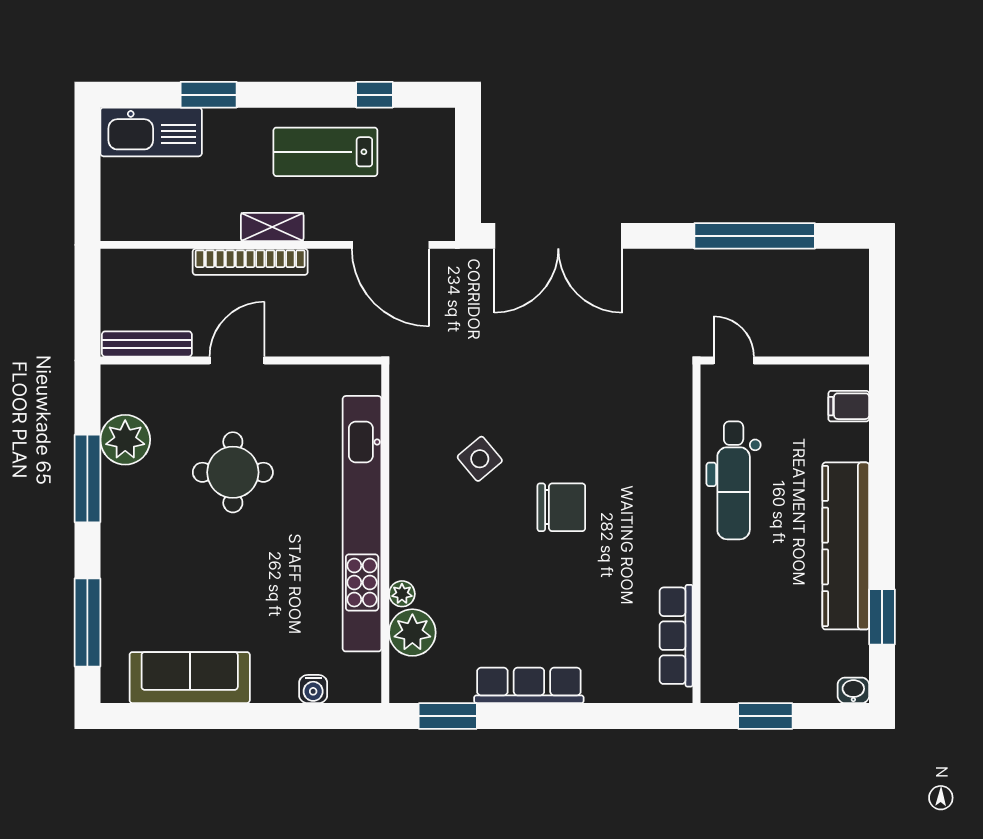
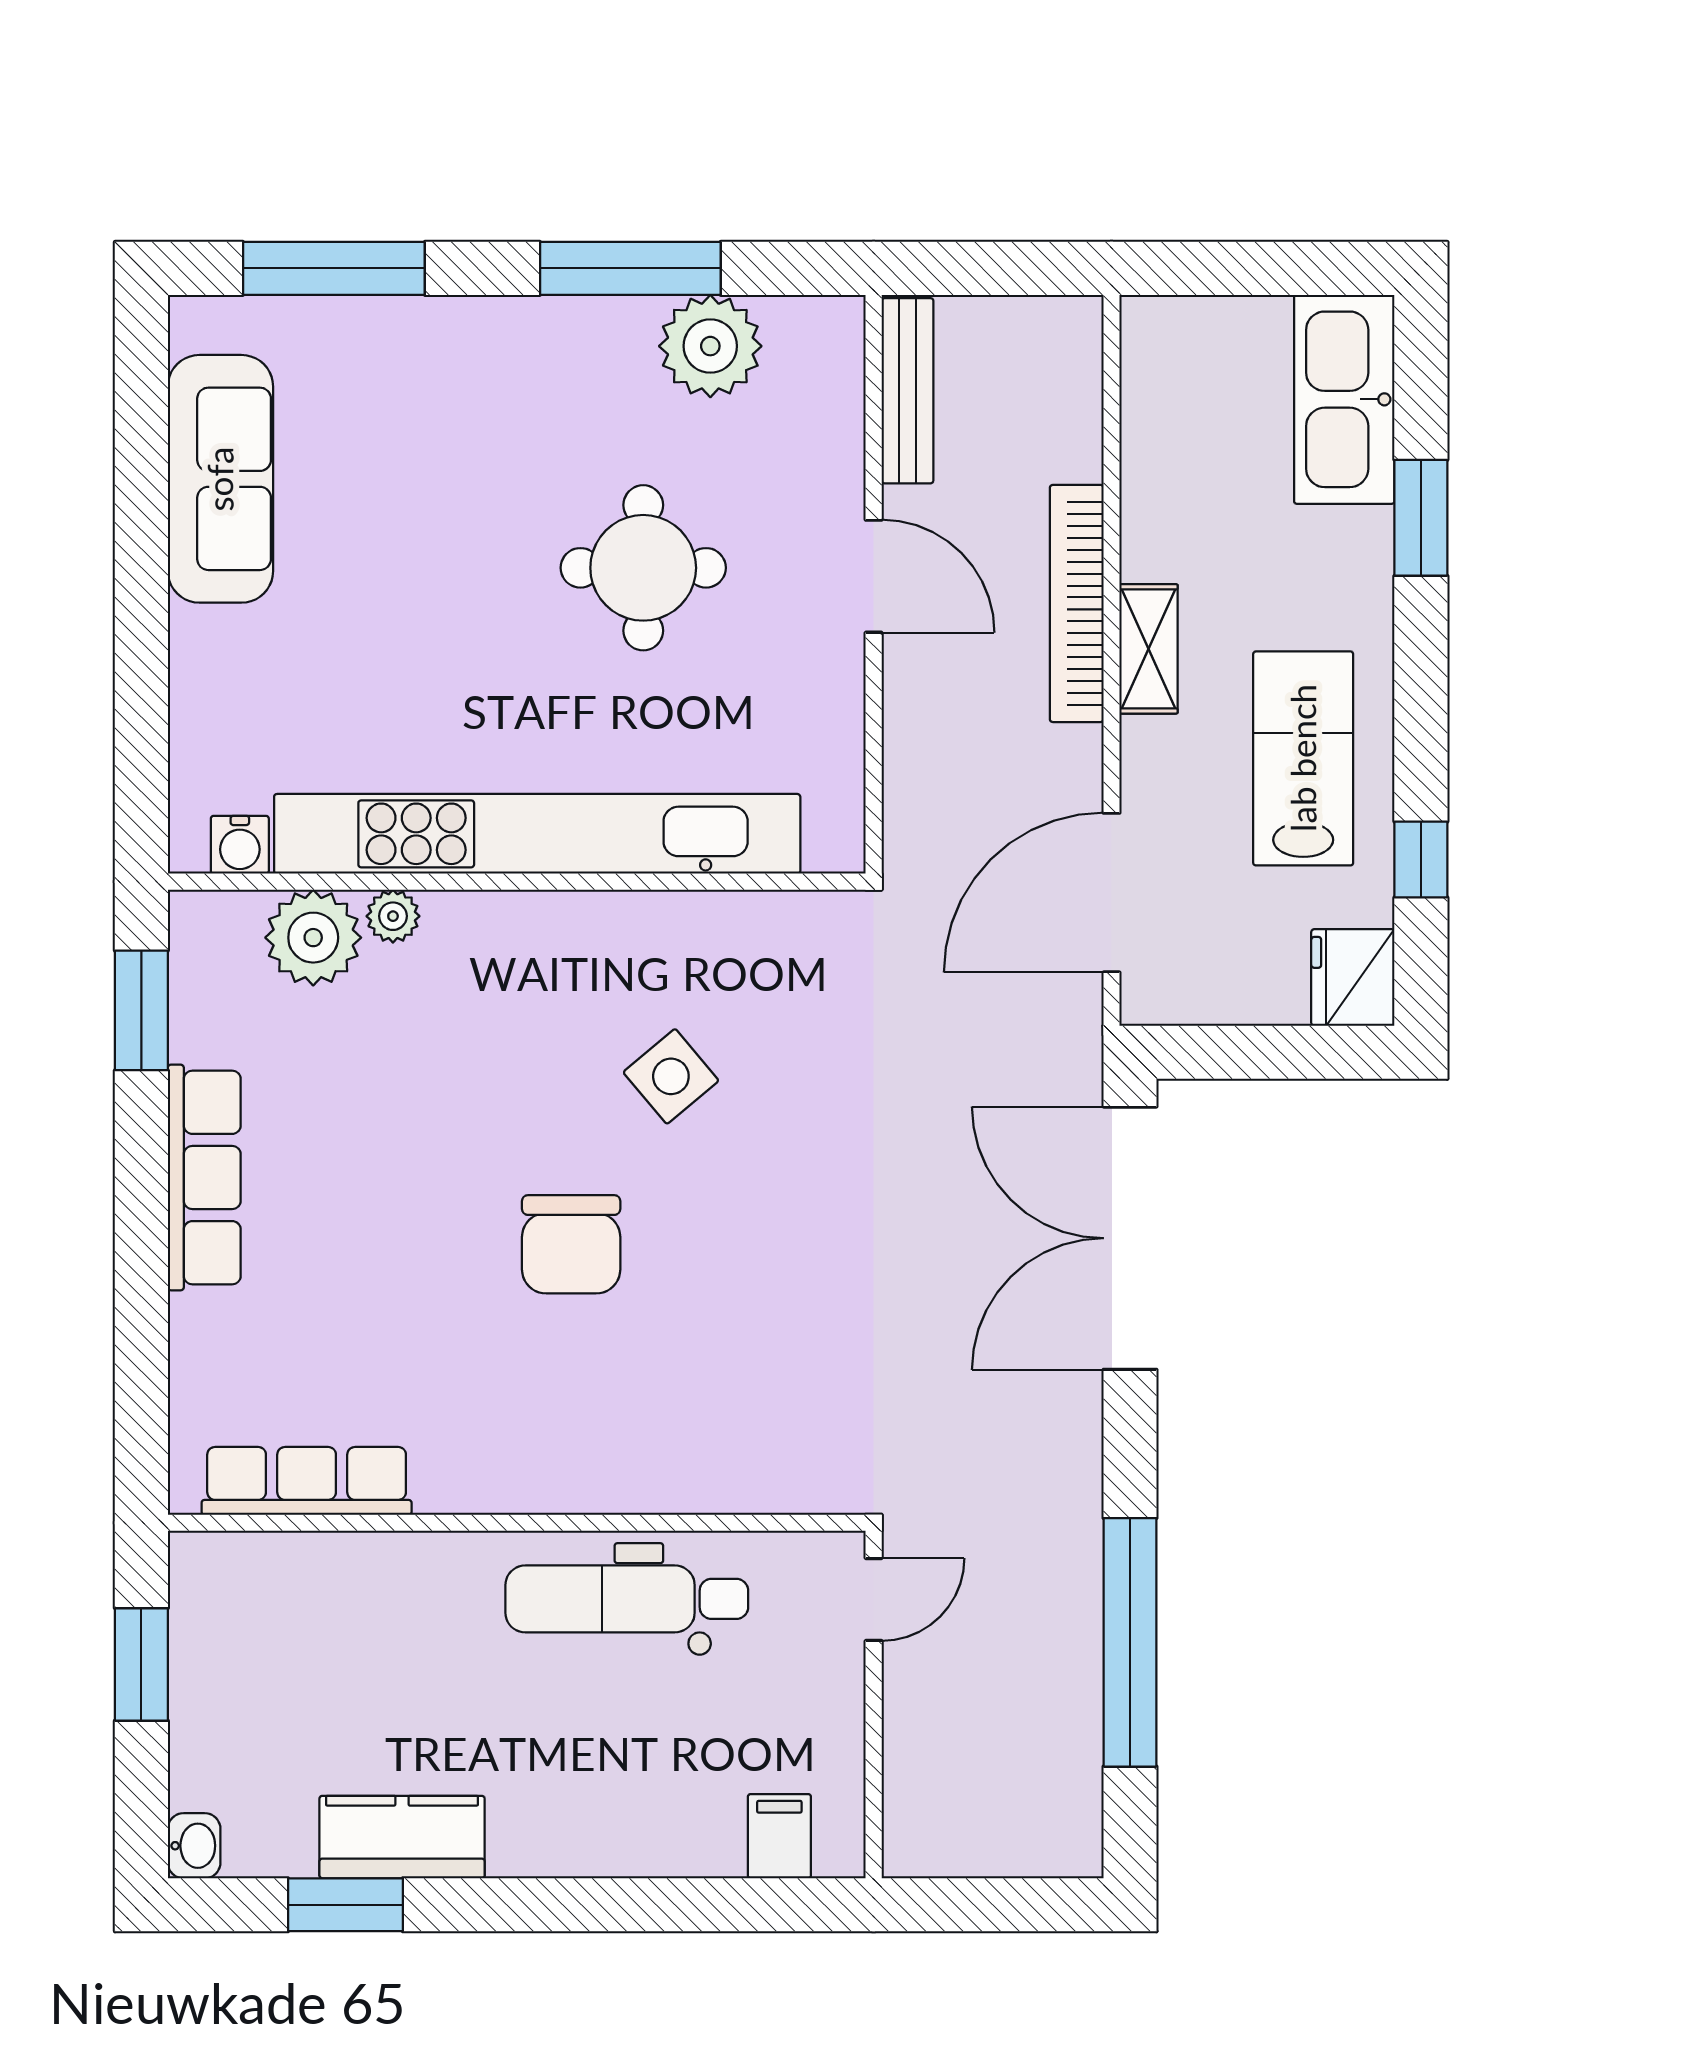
fridge: (432, 128) -> (1353, 977), added
kitchen counter: (846, 546) -> (402, 1837), width x0.48, depth x0.86
water cooler: (313, 689) -> (240, 845), moved, turned -90

